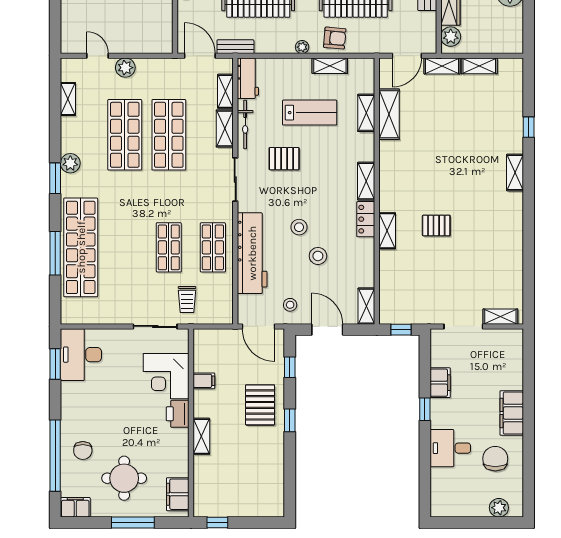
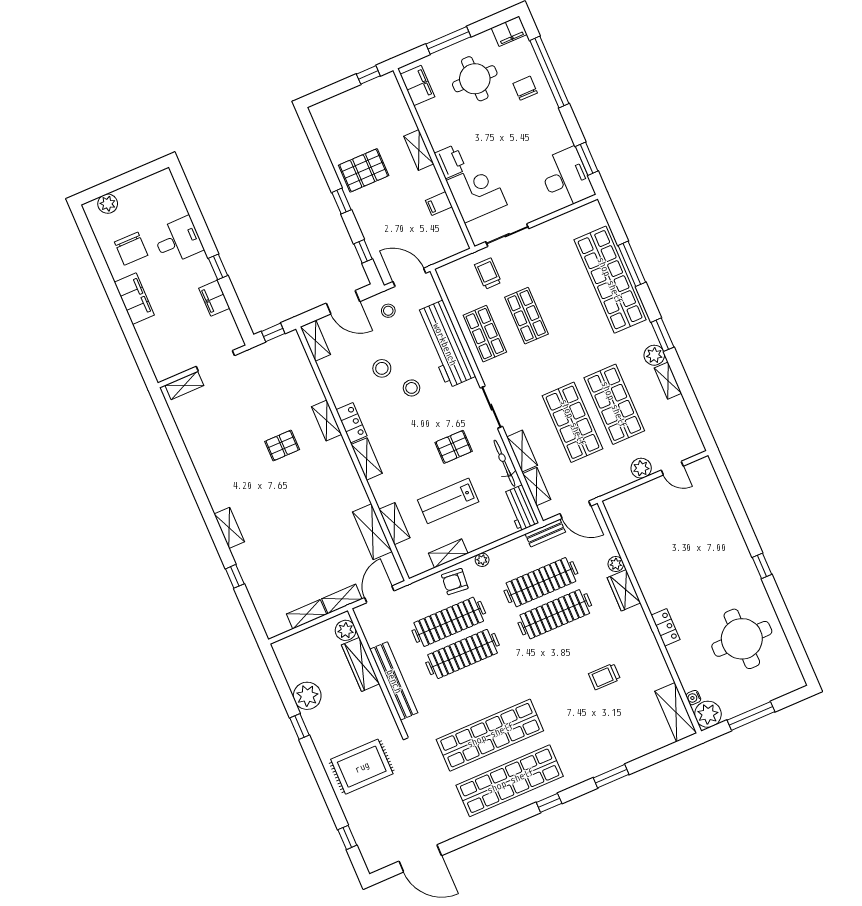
shelving: (68, 99) -> (668, 381), moved
pallet: (260, 405) -> (364, 170), moved, turned 90

